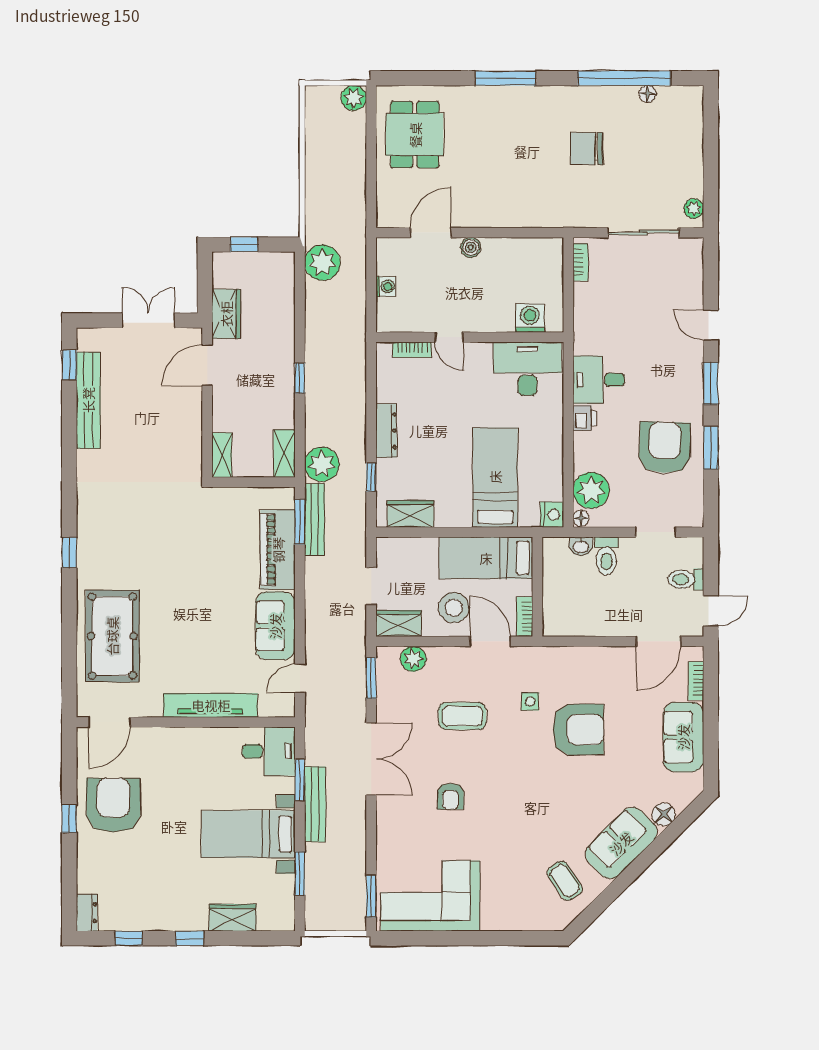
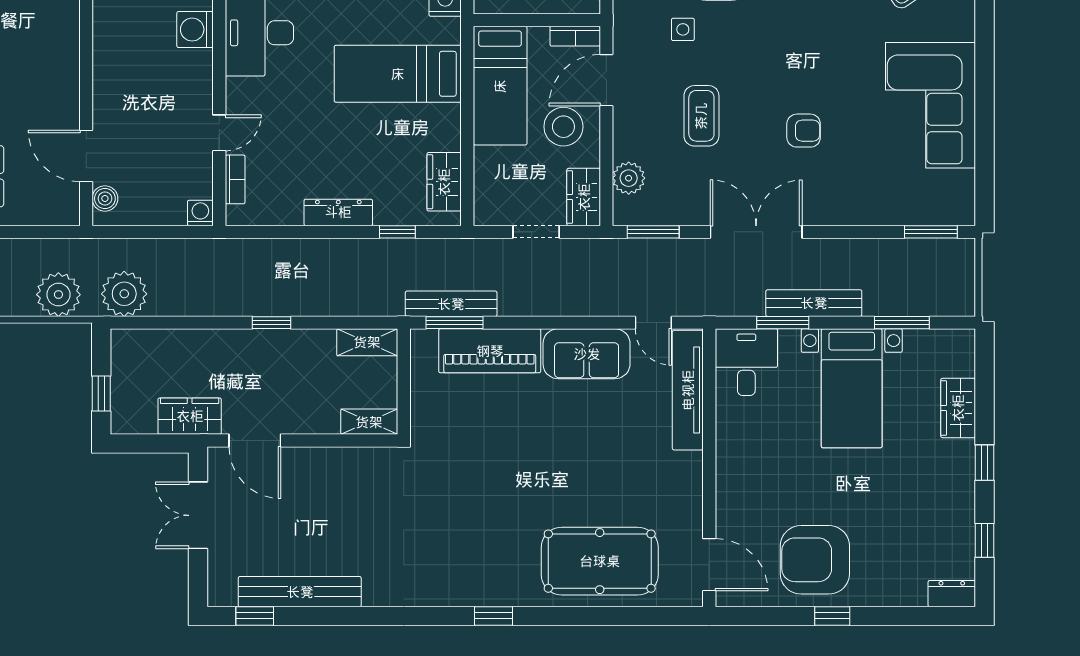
boiler: (471, 247) -> (105, 199), moved
washing machine: (386, 287) -> (200, 213), moved
plant: (322, 464) -> (58, 295), moved
tv unit: (211, 705) -> (688, 390), moved
corner sofa: (430, 896) -> (930, 105), moved

